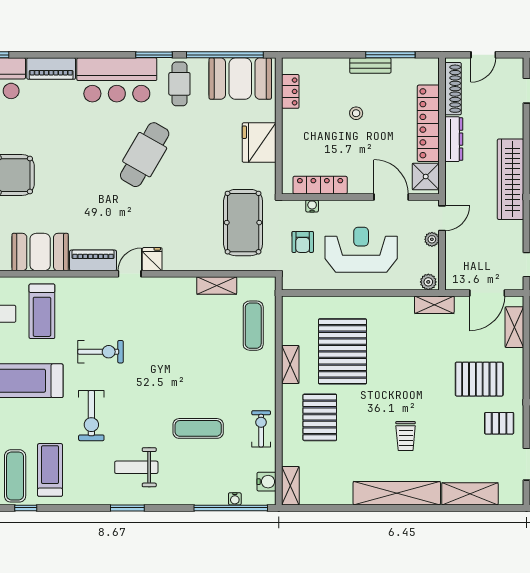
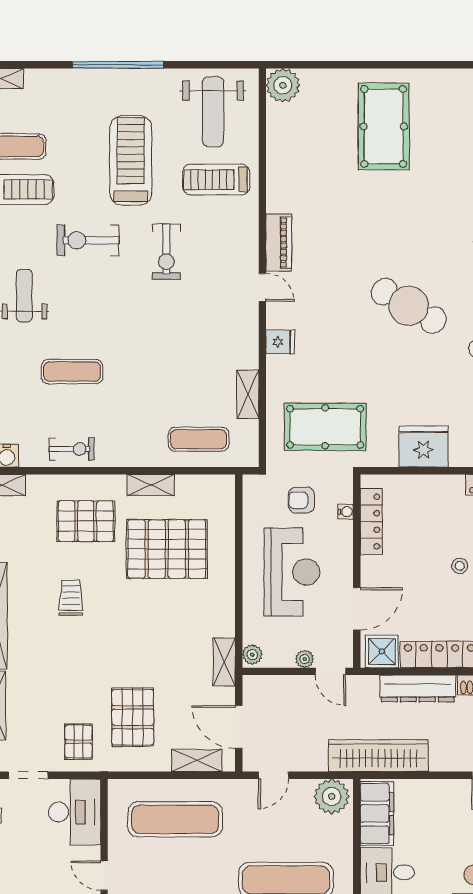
dresser: (454, 139) -> (418, 688), width x1.37, depth x1.24
booth: (40, 252) -> (289, 177), removed
fridge: (152, 259) -> (280, 342), moved
exercise mat: (198, 428) -> (72, 372), turned 90
trolley: (406, 436) -> (71, 598), moved, turned 90

